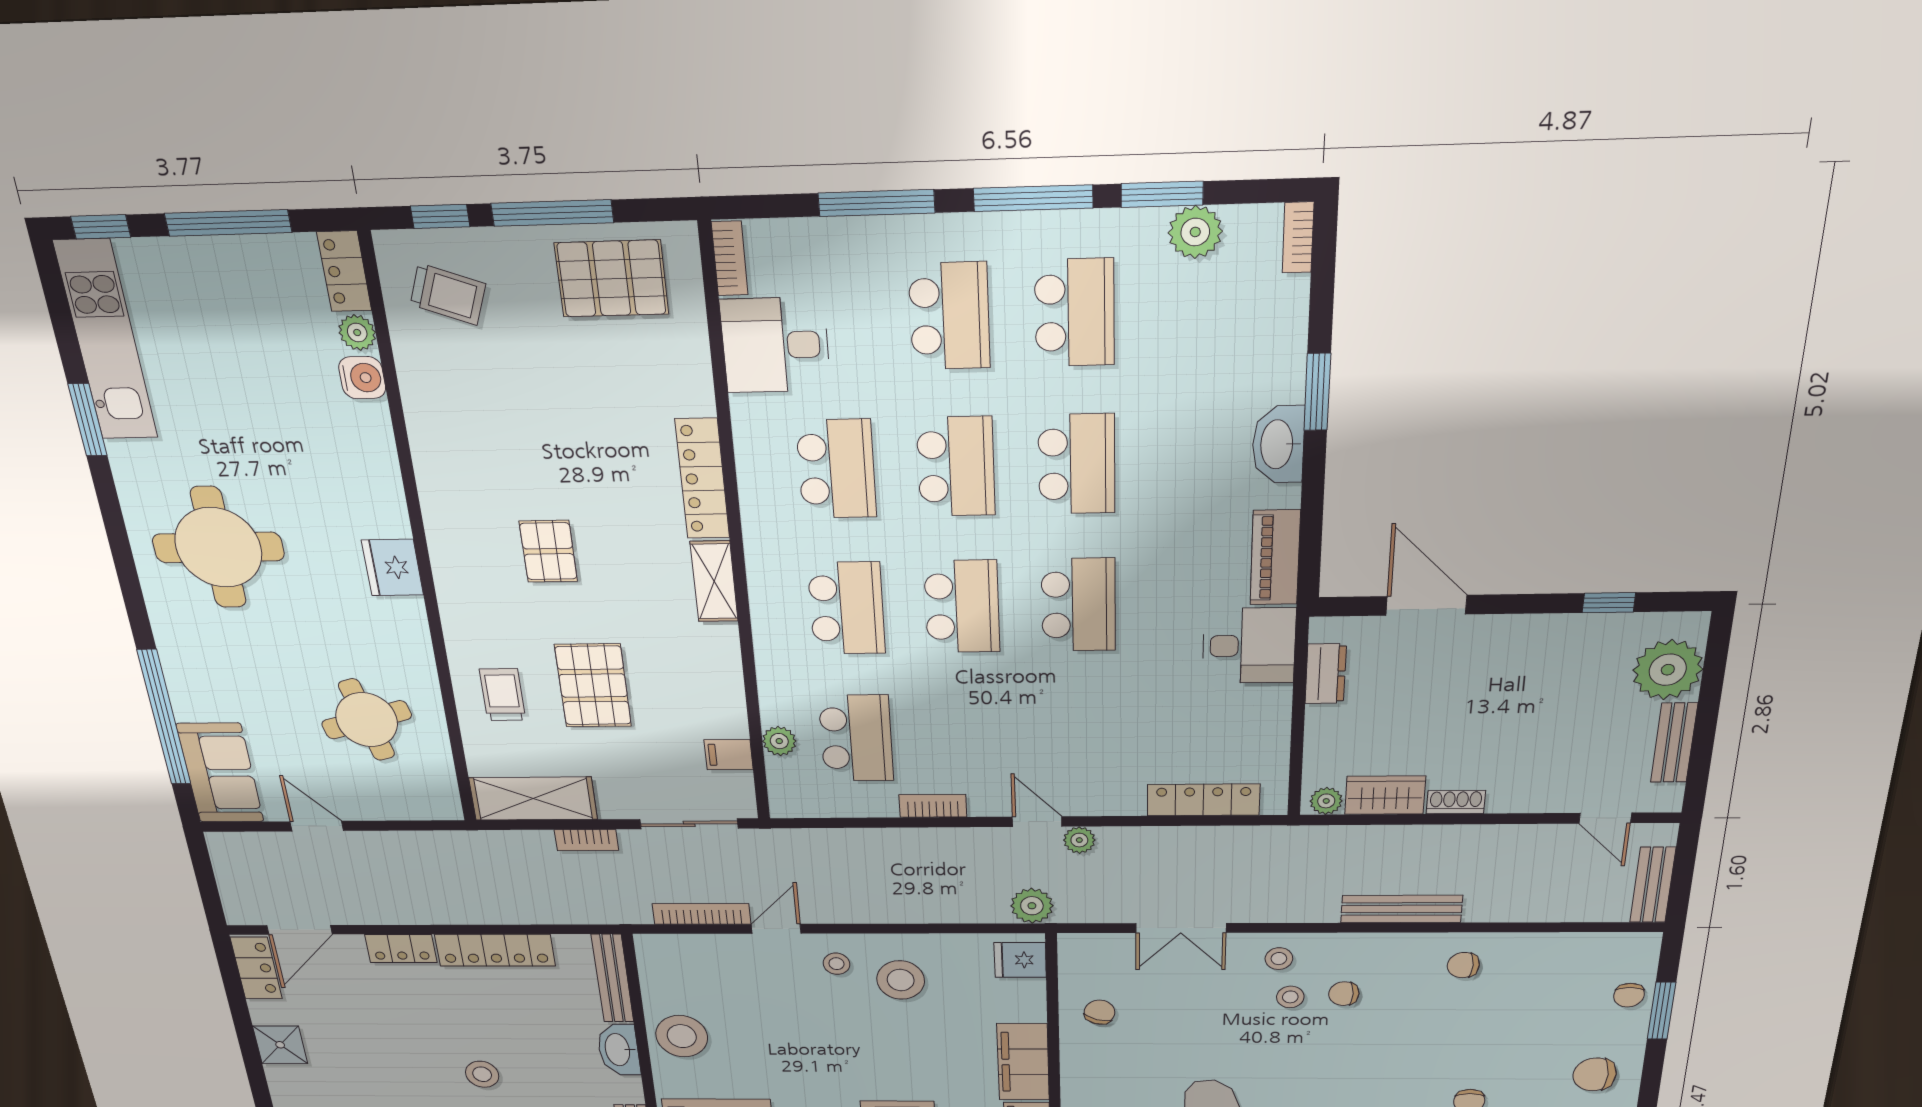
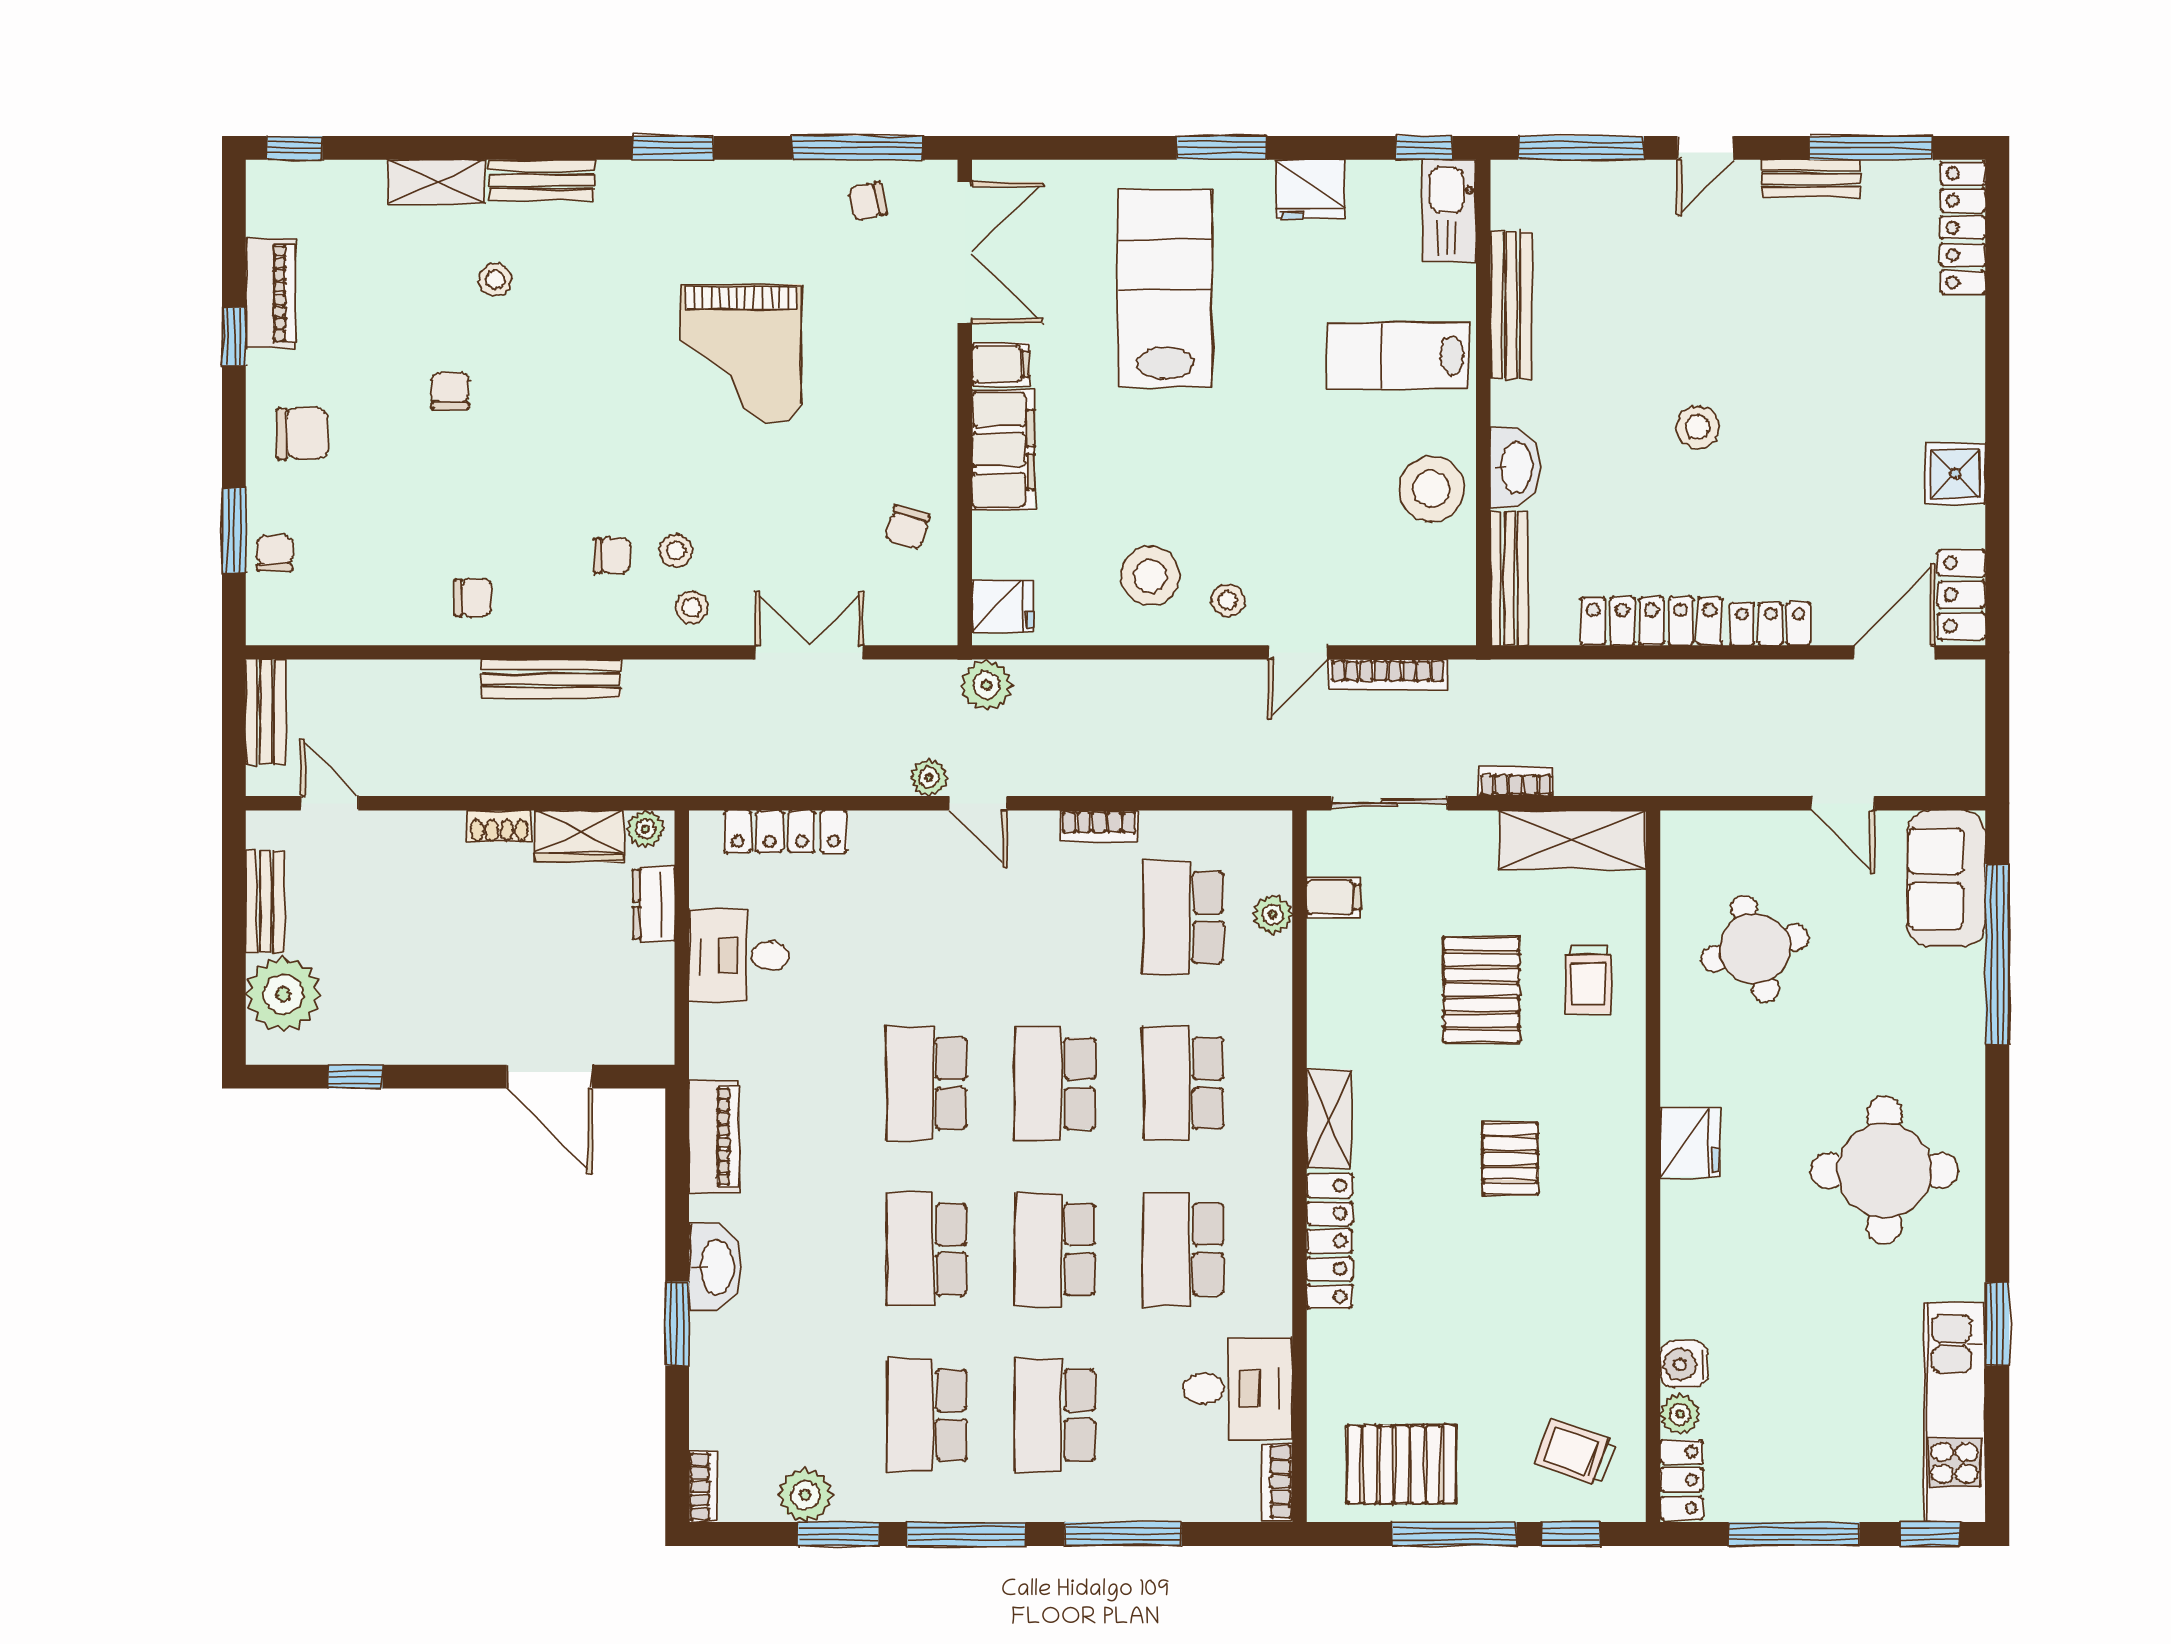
desk: (1249, 646) -> (739, 956), moved
dresser: (1326, 674) -> (654, 904), moved

